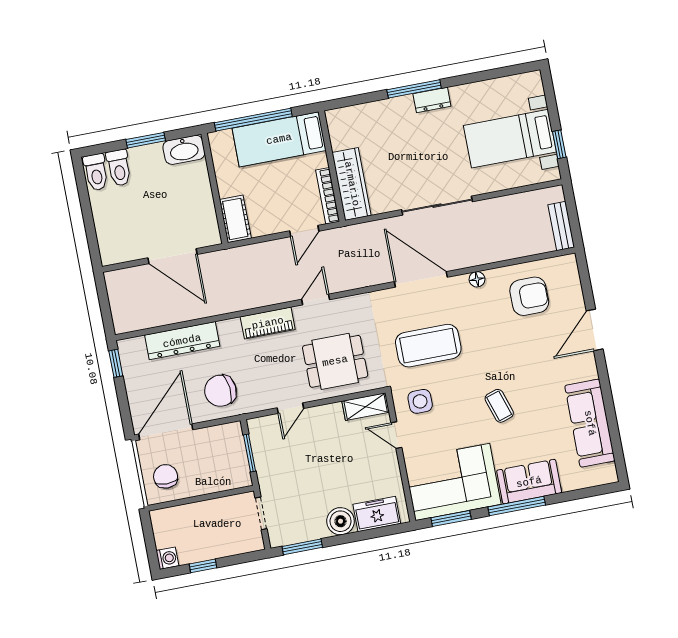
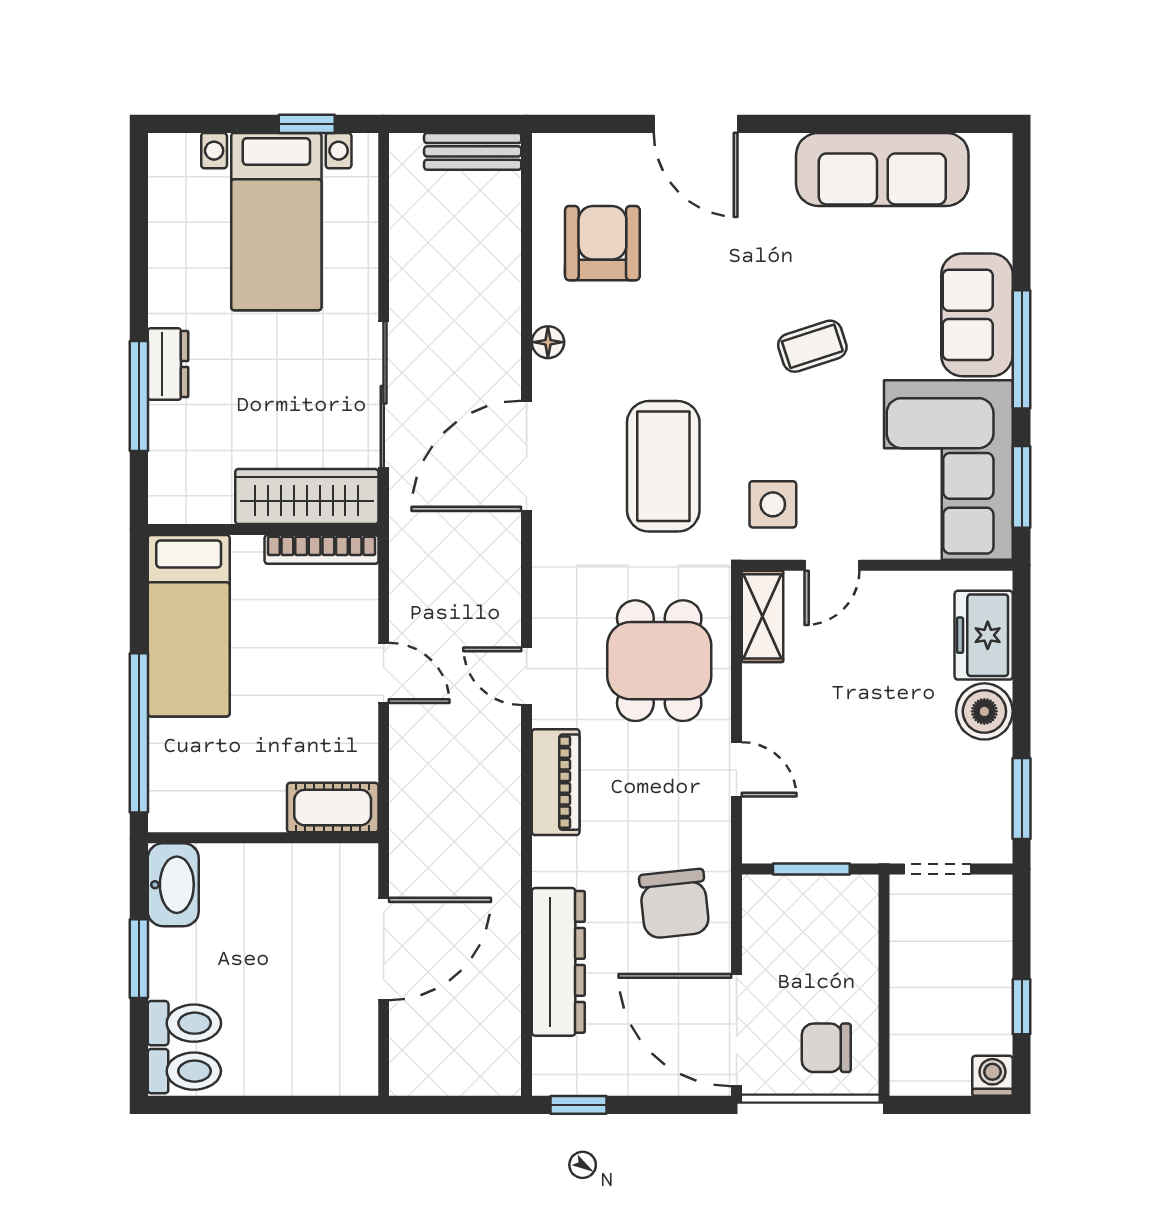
bed: (279, 139) -> (189, 626), moved
wall: (332, 166) -> (263, 530), moved
wardrobe: (352, 184) -> (307, 497), moved
bookcase: (328, 196) -> (321, 549), moved

